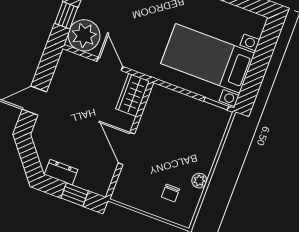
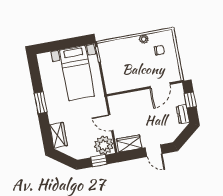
door: (110, 64) -> (111, 123), hinge flipped
wardrobe: (133, 95) -> (129, 143), moved, turned 180
door: (126, 148) -> (160, 86), moved

